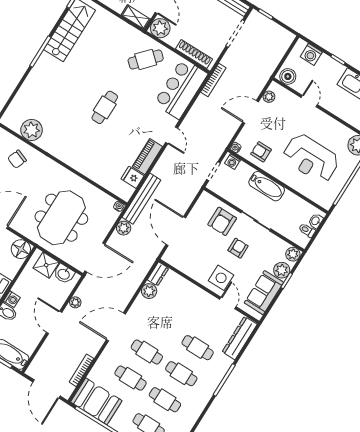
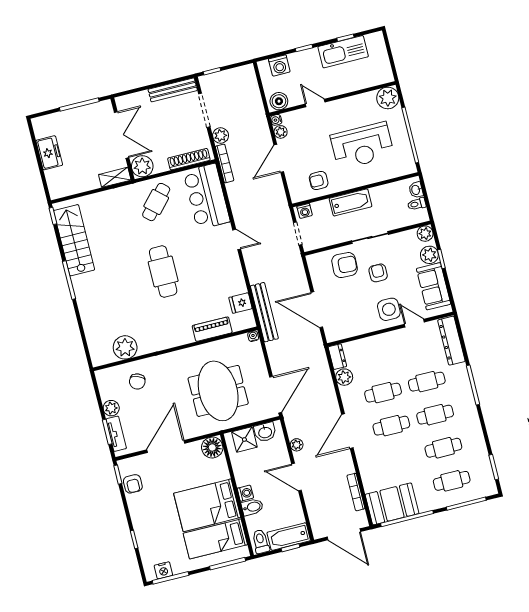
cafe table: (105, 107) -> (163, 271), width x1.37, depth x1.35
water cooler: (236, 148) -> (276, 120), moved
piano: (147, 157) -> (212, 329), moved, turned 90
armchair: (222, 221) -> (345, 265), turned -87
plant: (124, 228) -> (221, 136), moved
cafe table: (130, 378) -> (383, 393), moved

